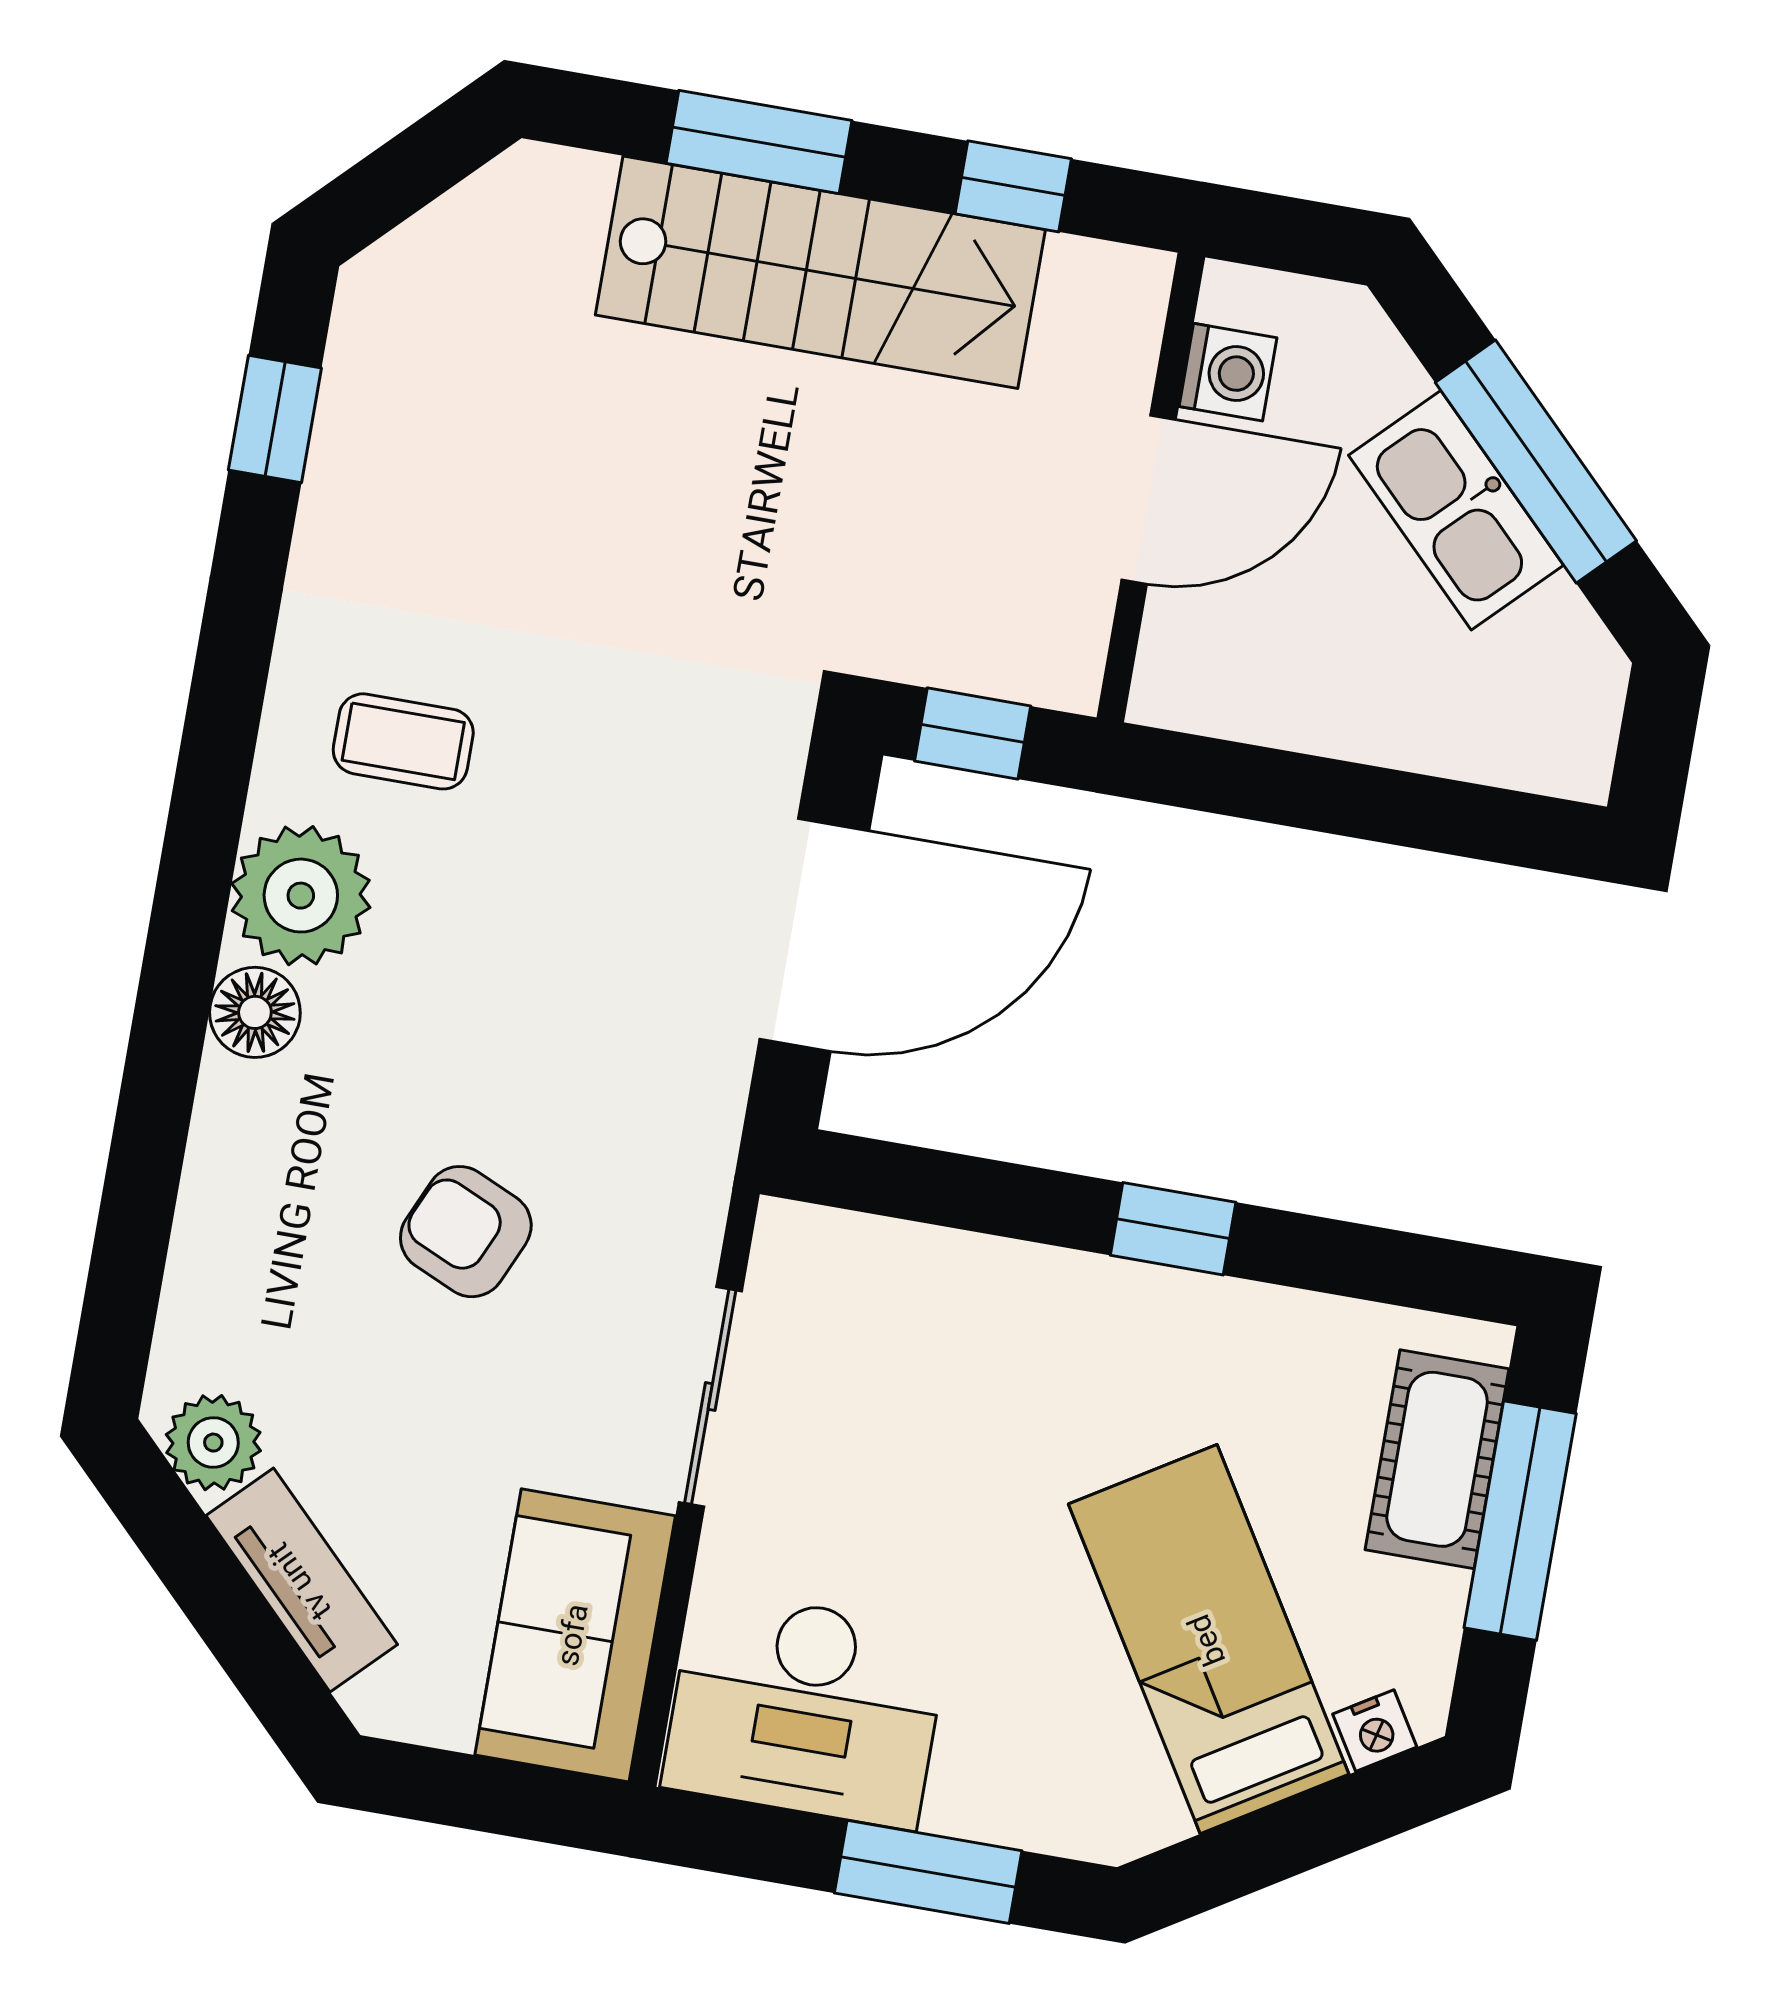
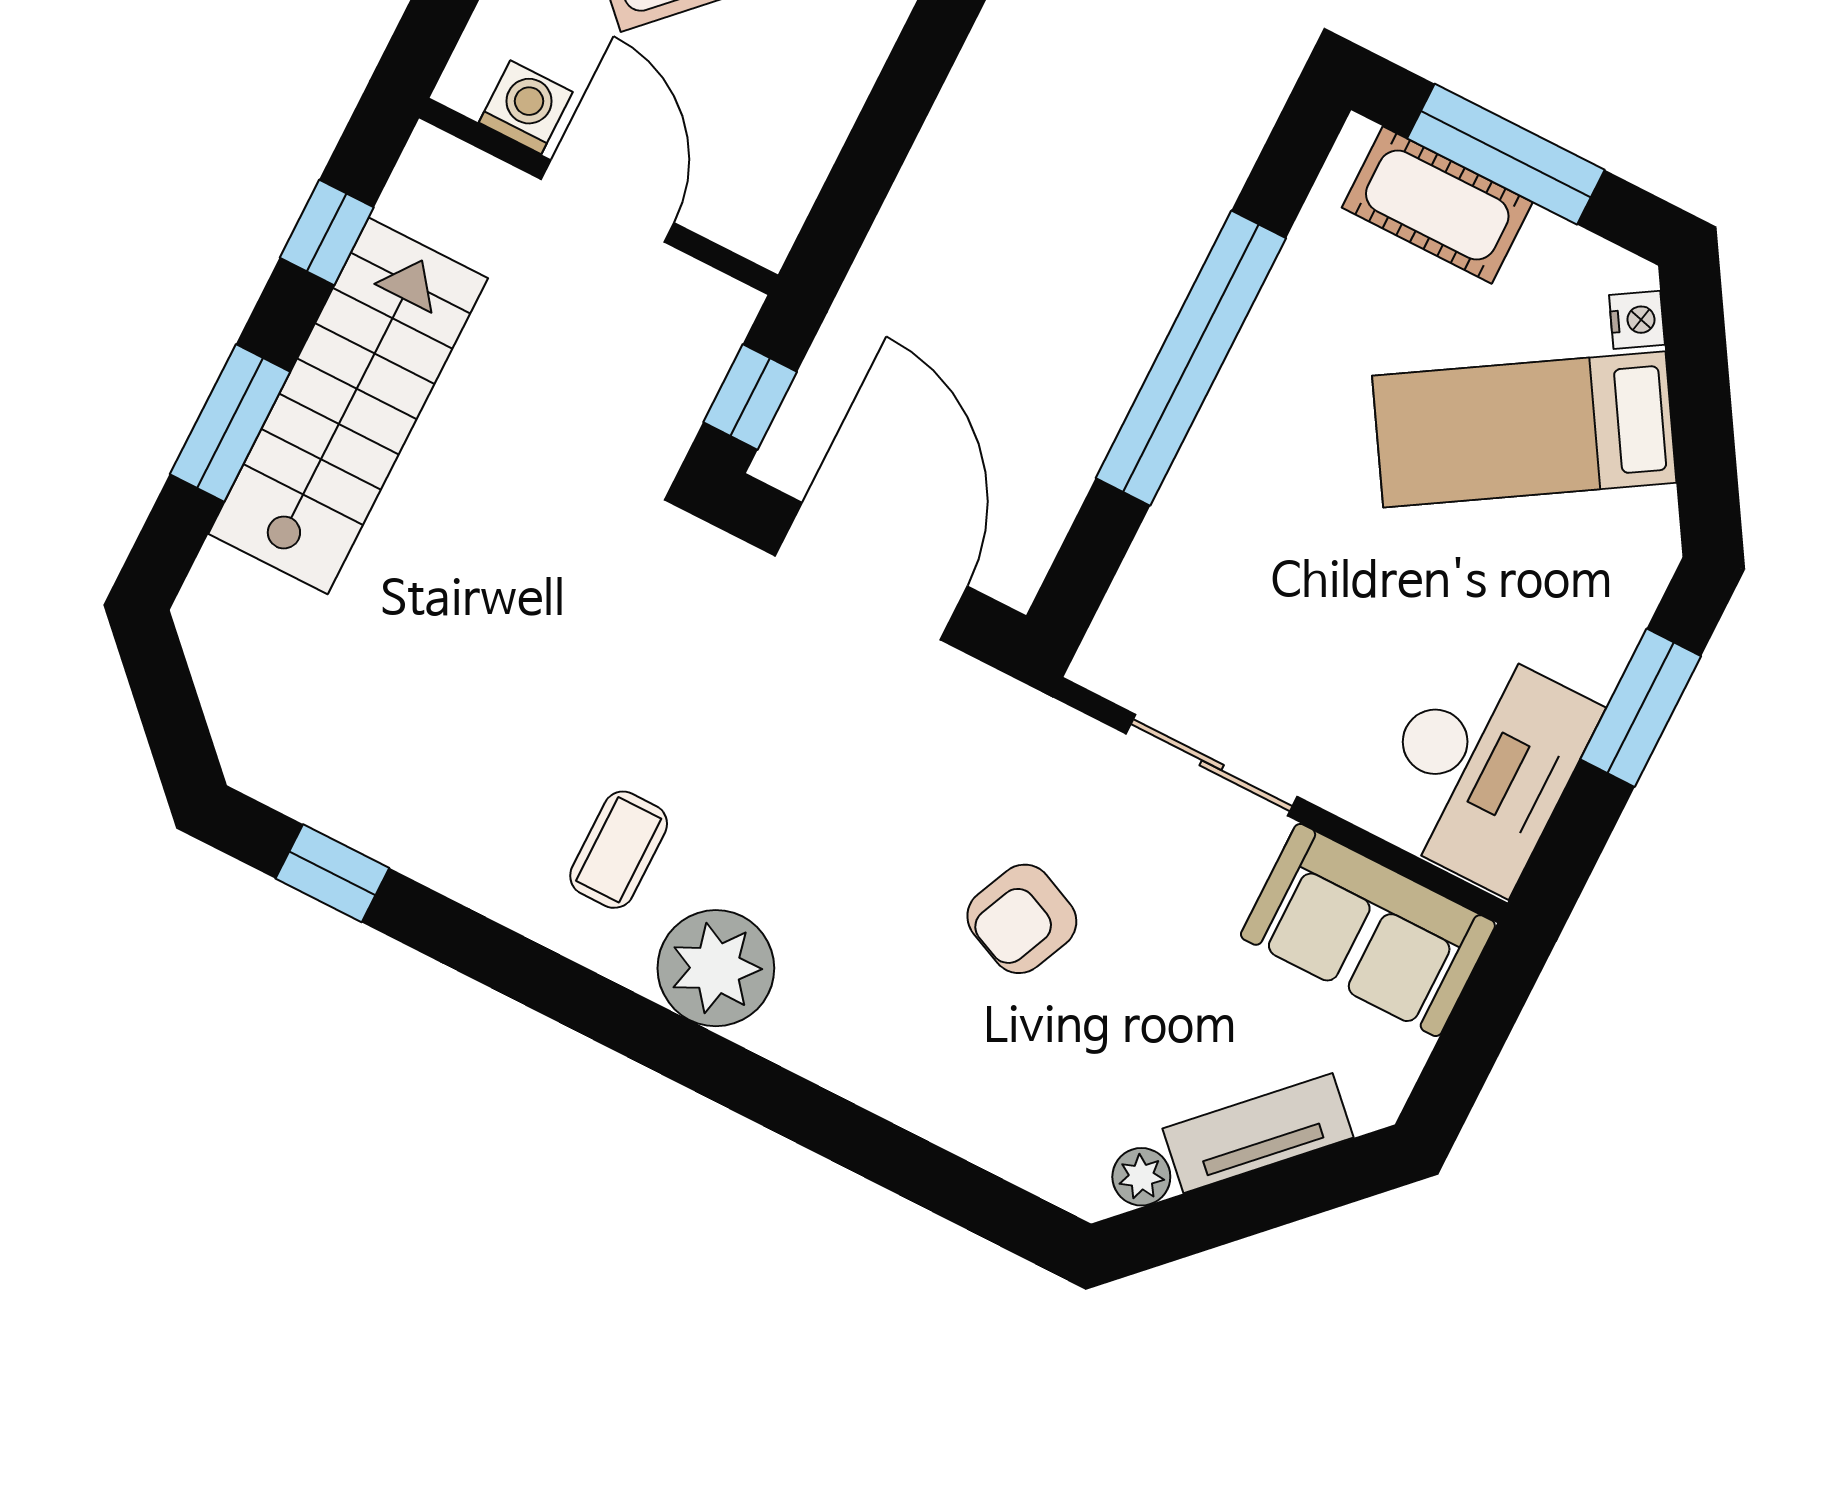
floor lamp: (255, 1012) -> (797, 1033), removed
window: (1173, 1229) -> (1191, 358), width x3.17
plant: (213, 1443) -> (1141, 1177), width x0.73, depth x0.73

